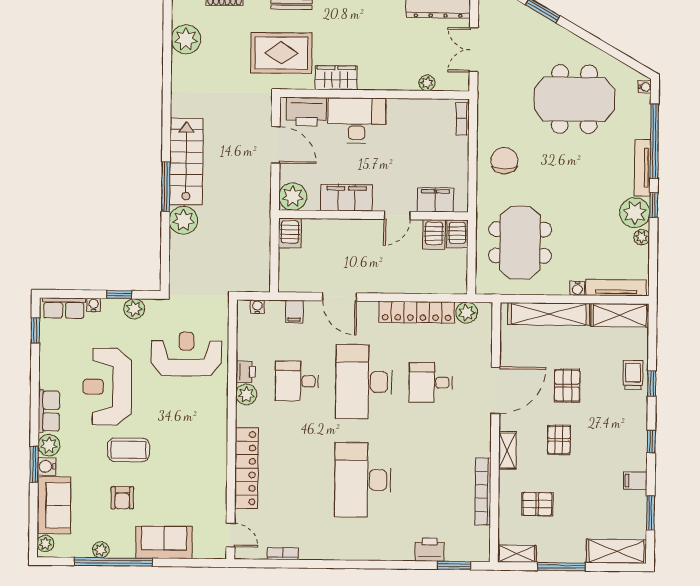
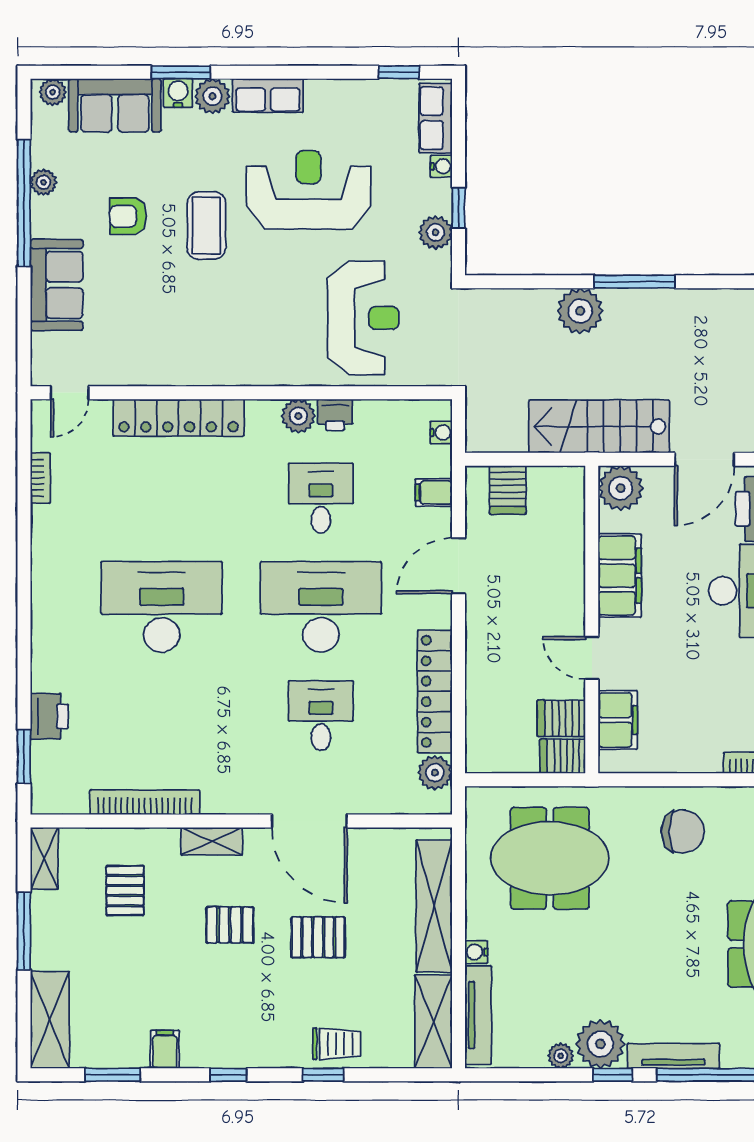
stairs: (186, 161) -> (599, 426), moved, turned 180
server rack: (290, 233) -> (508, 490), moved, turned -90

